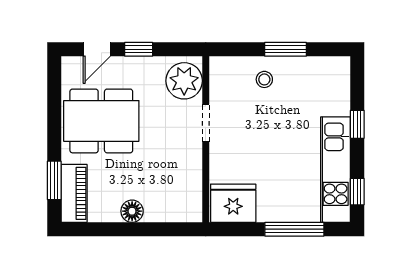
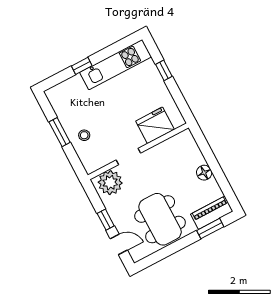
window: (357, 192) -> (122, 45), removed
fridge: (233, 203) -> (155, 125), moved, turned 90
window: (294, 229) -> (164, 70), width x0.46

